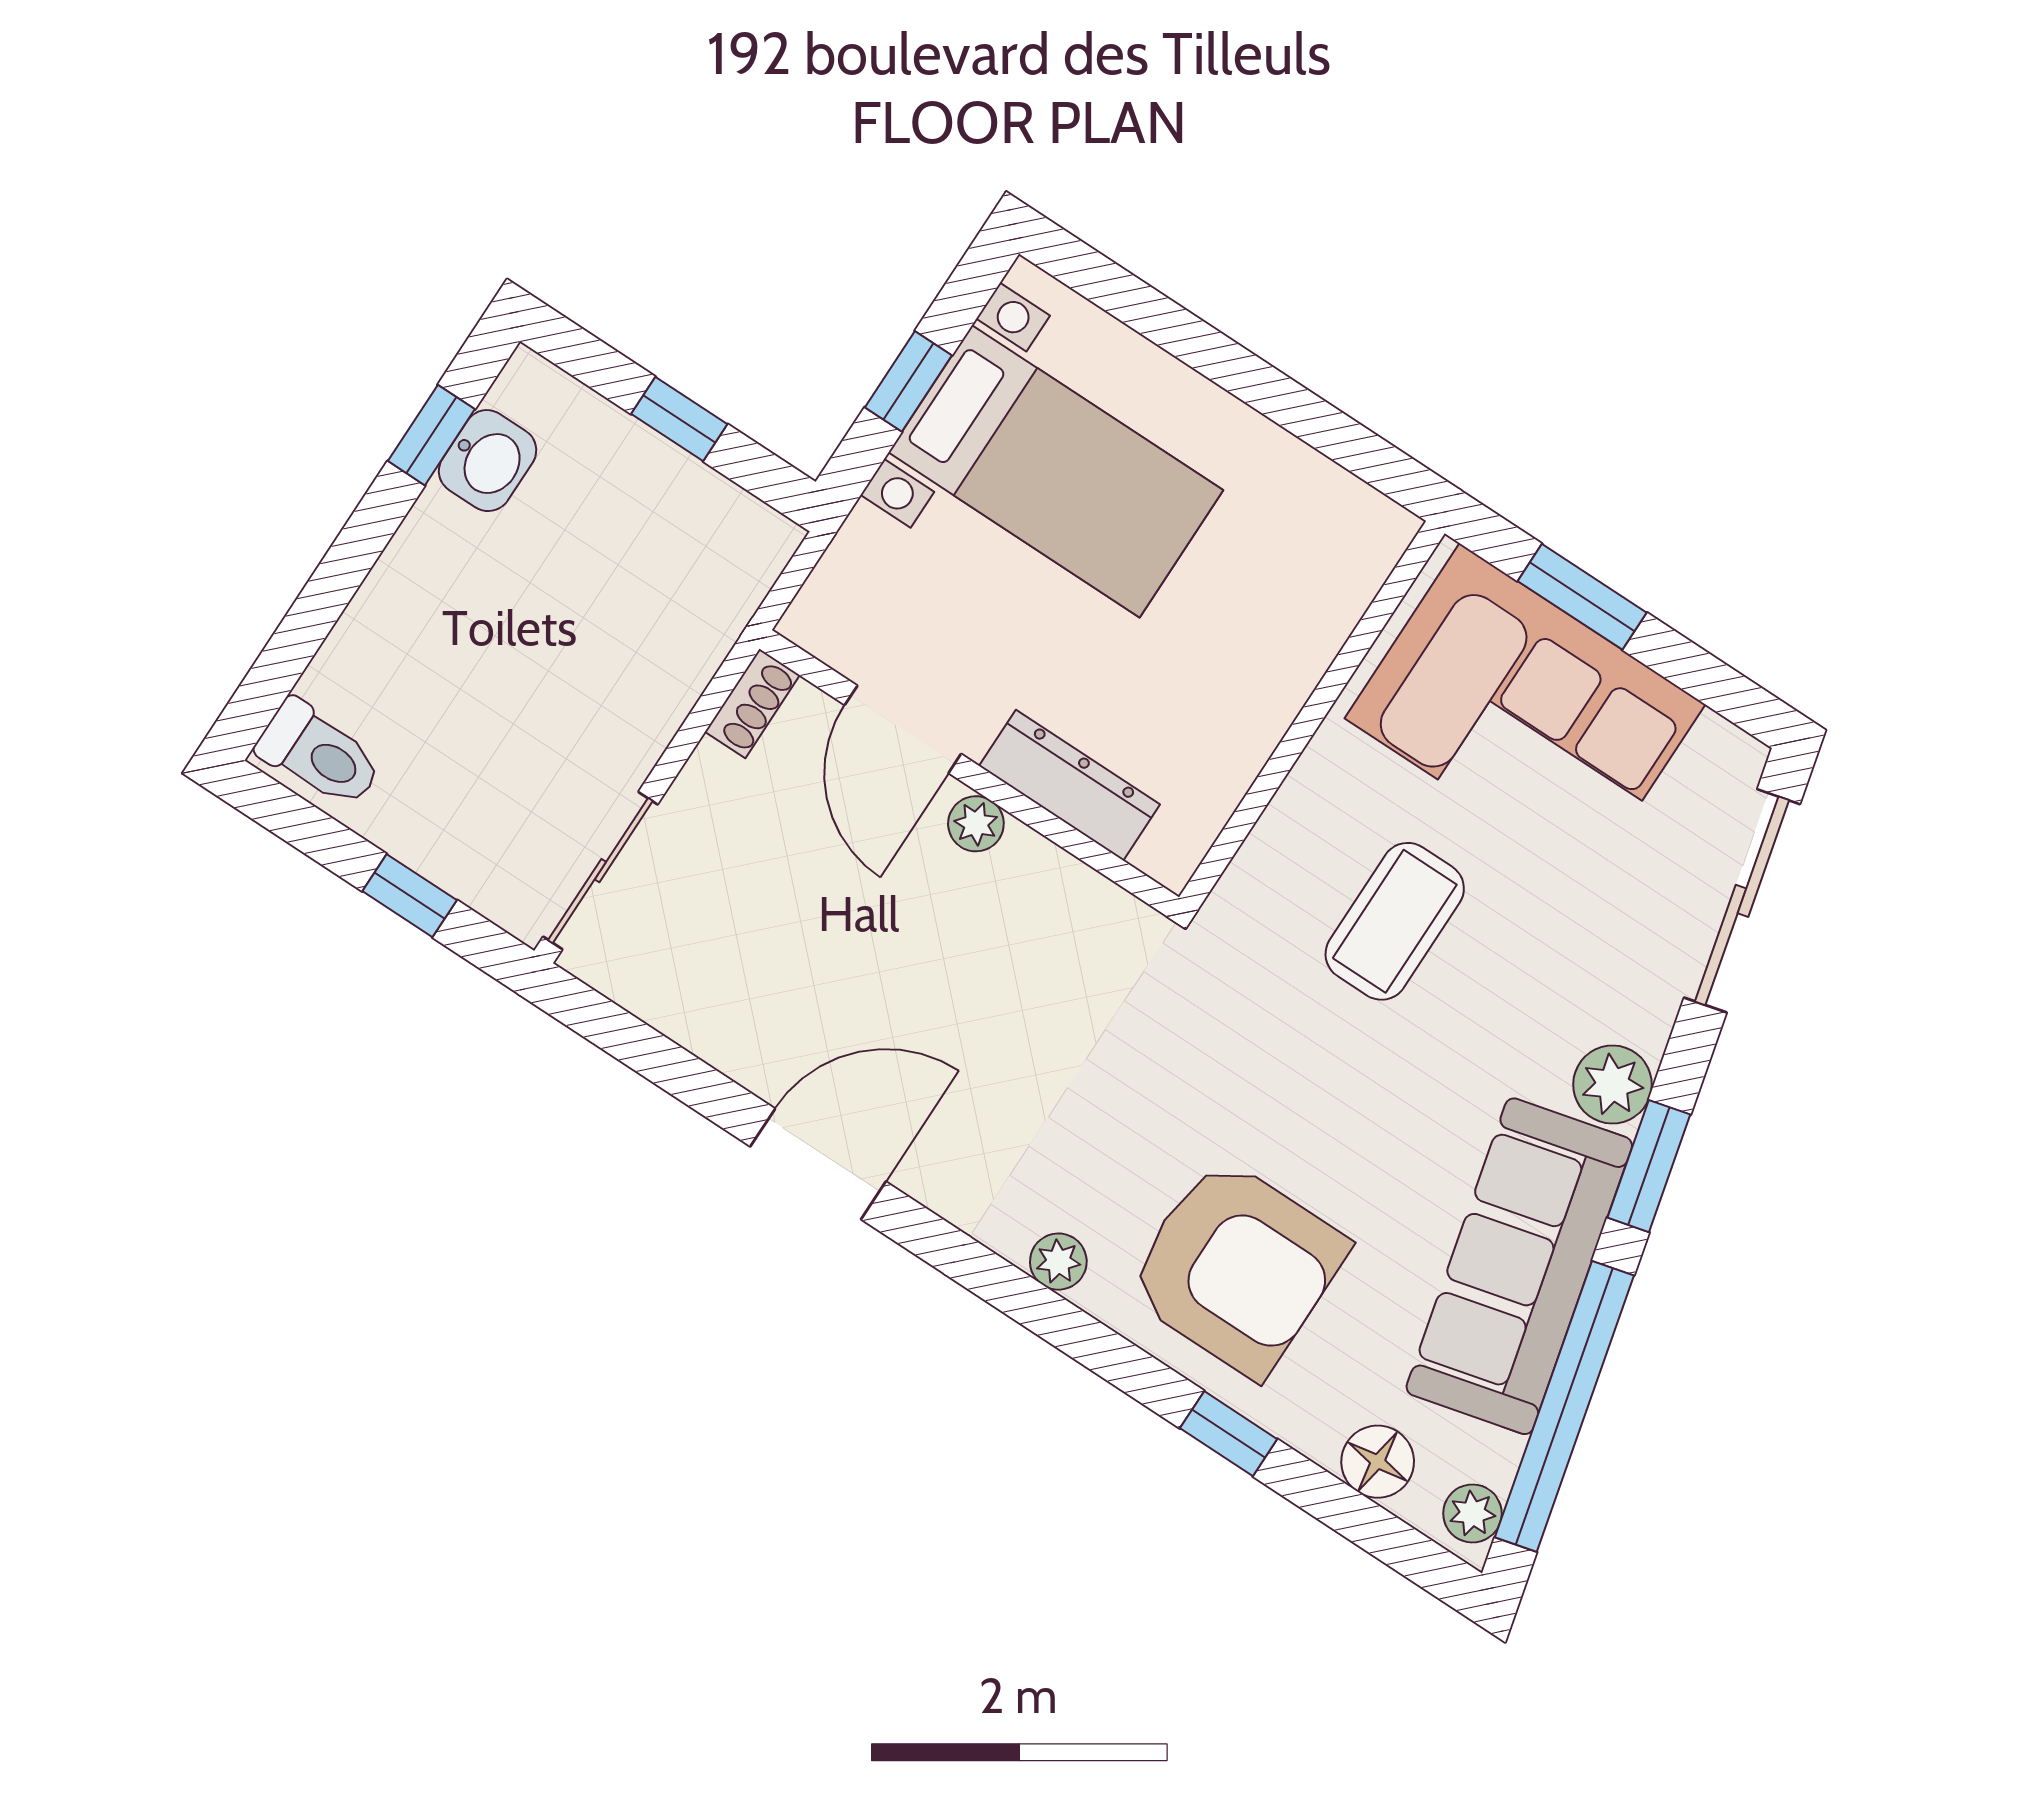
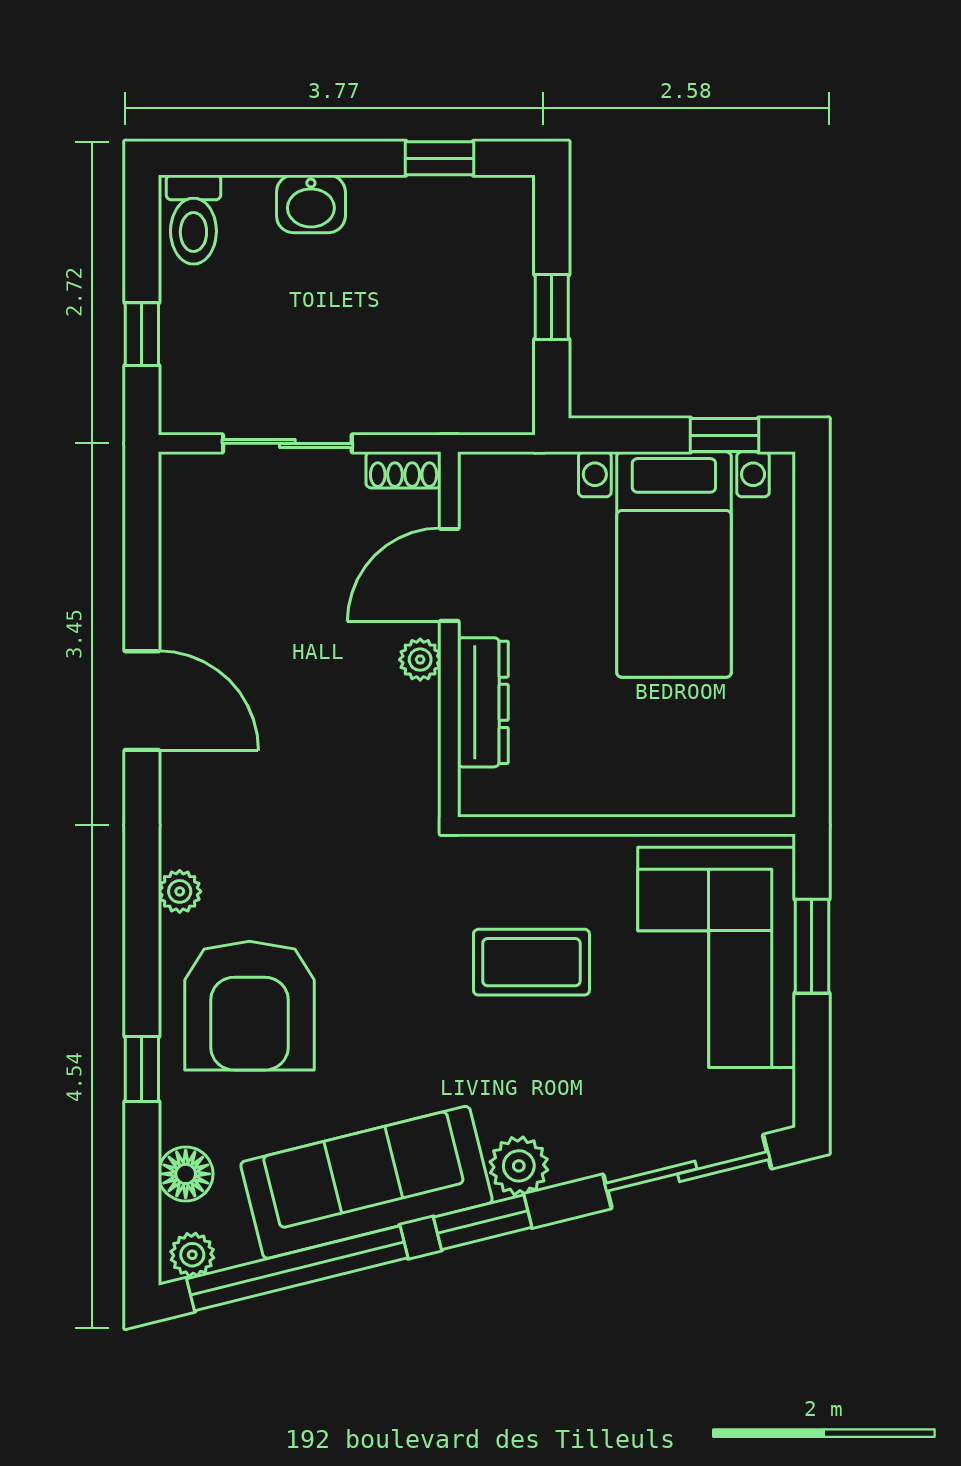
window: (908, 381) -> (724, 435), moved
washbasin: (488, 461) -> (311, 204), moved
sliding door: (600, 871) -> (287, 443), moved

